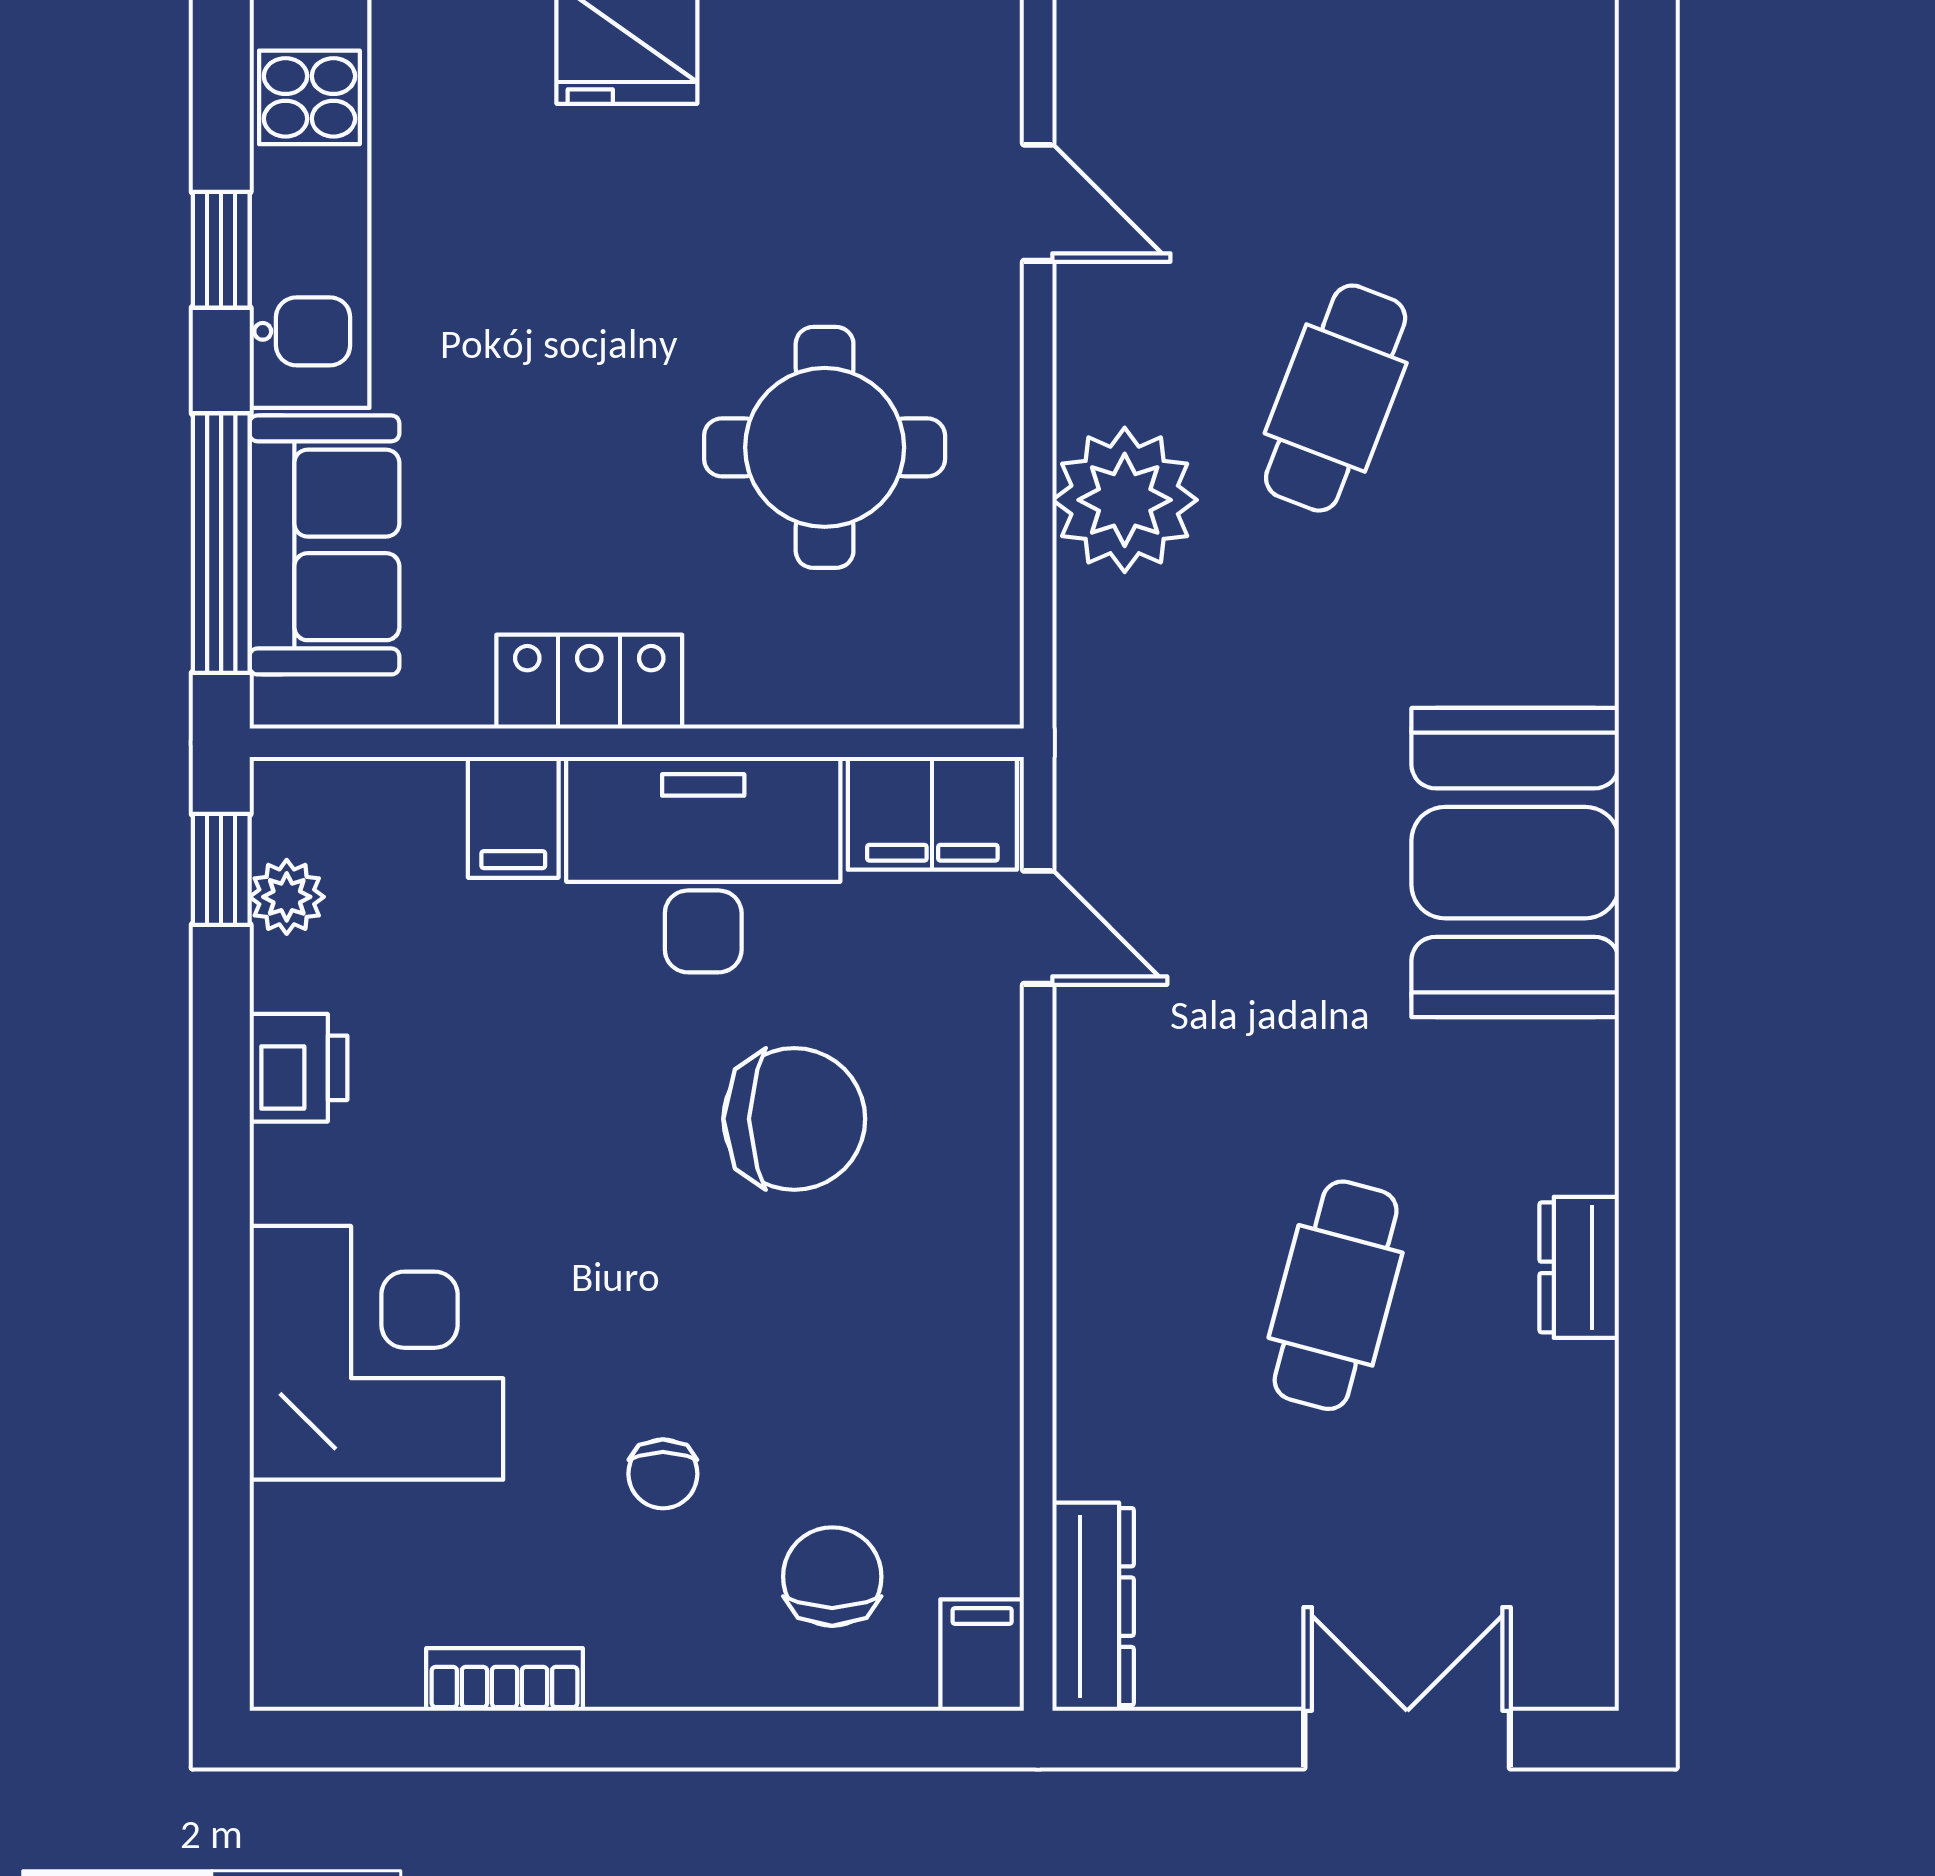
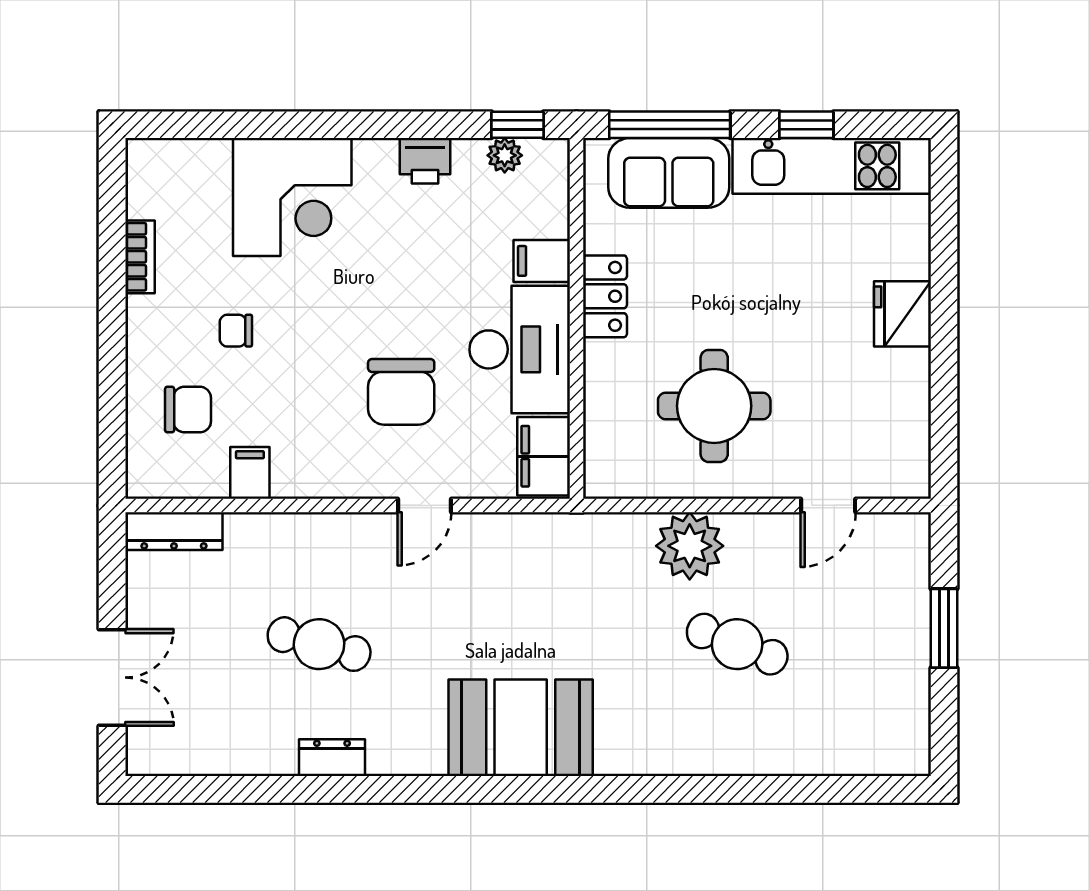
door: (1038, 927) -> (425, 505), moved
filing cabinet: (982, 1655) -> (250, 473), moved, turned -90

